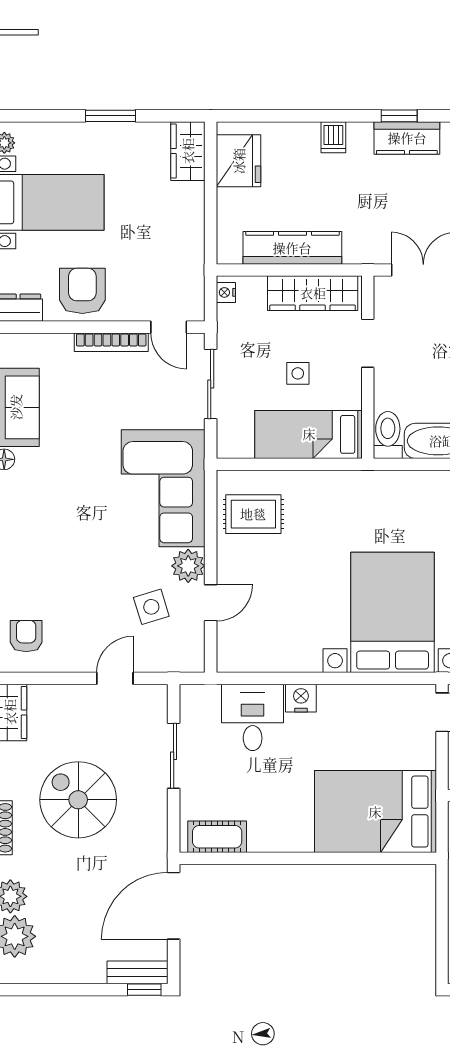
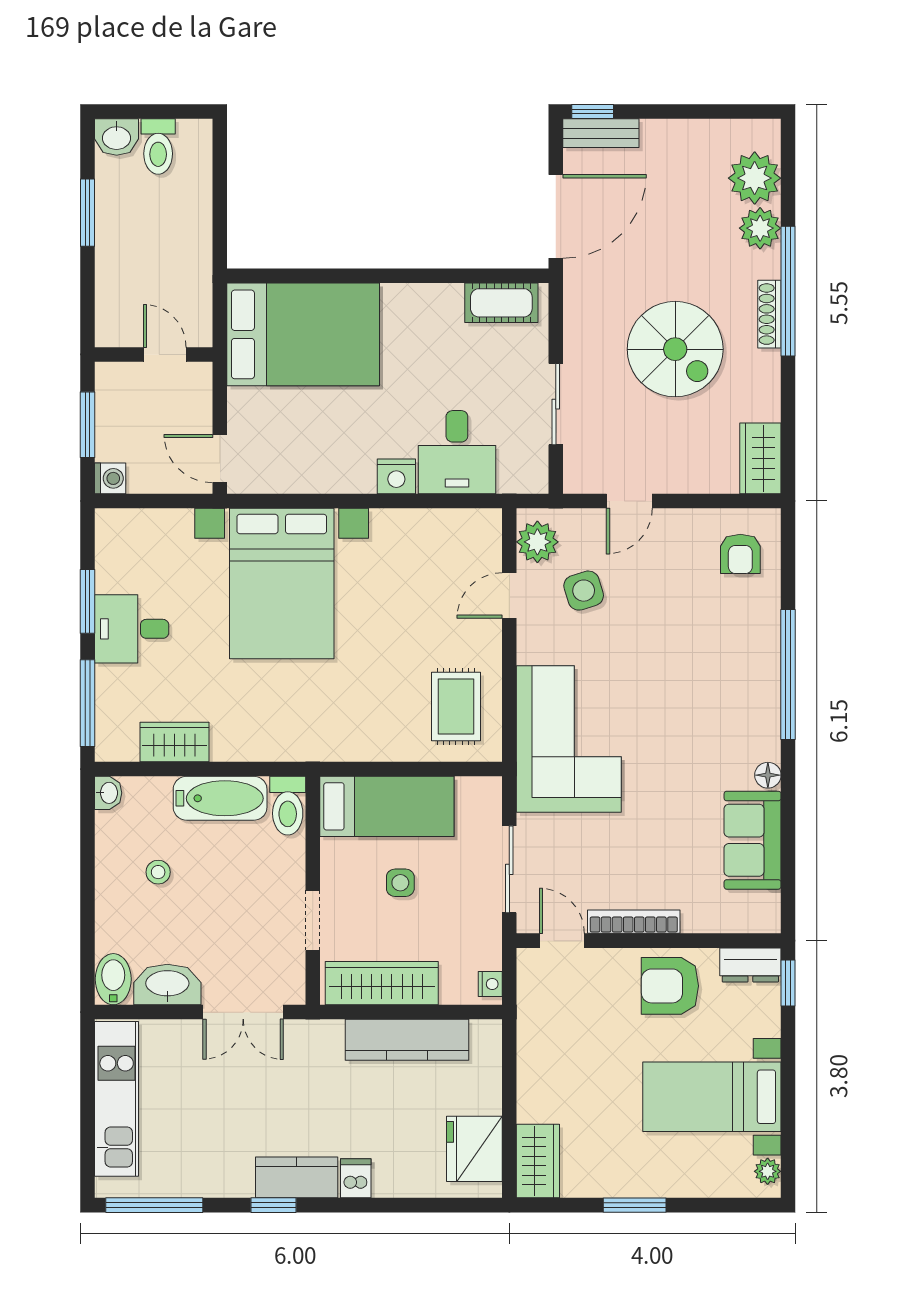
kitchen counter: (407, 138) -> (297, 1177), moved
armchair: (82, 291) -> (670, 986), turned 90
rug: (253, 514) -> (456, 707), turned 90
plant: (188, 566) -> (537, 542), moved

